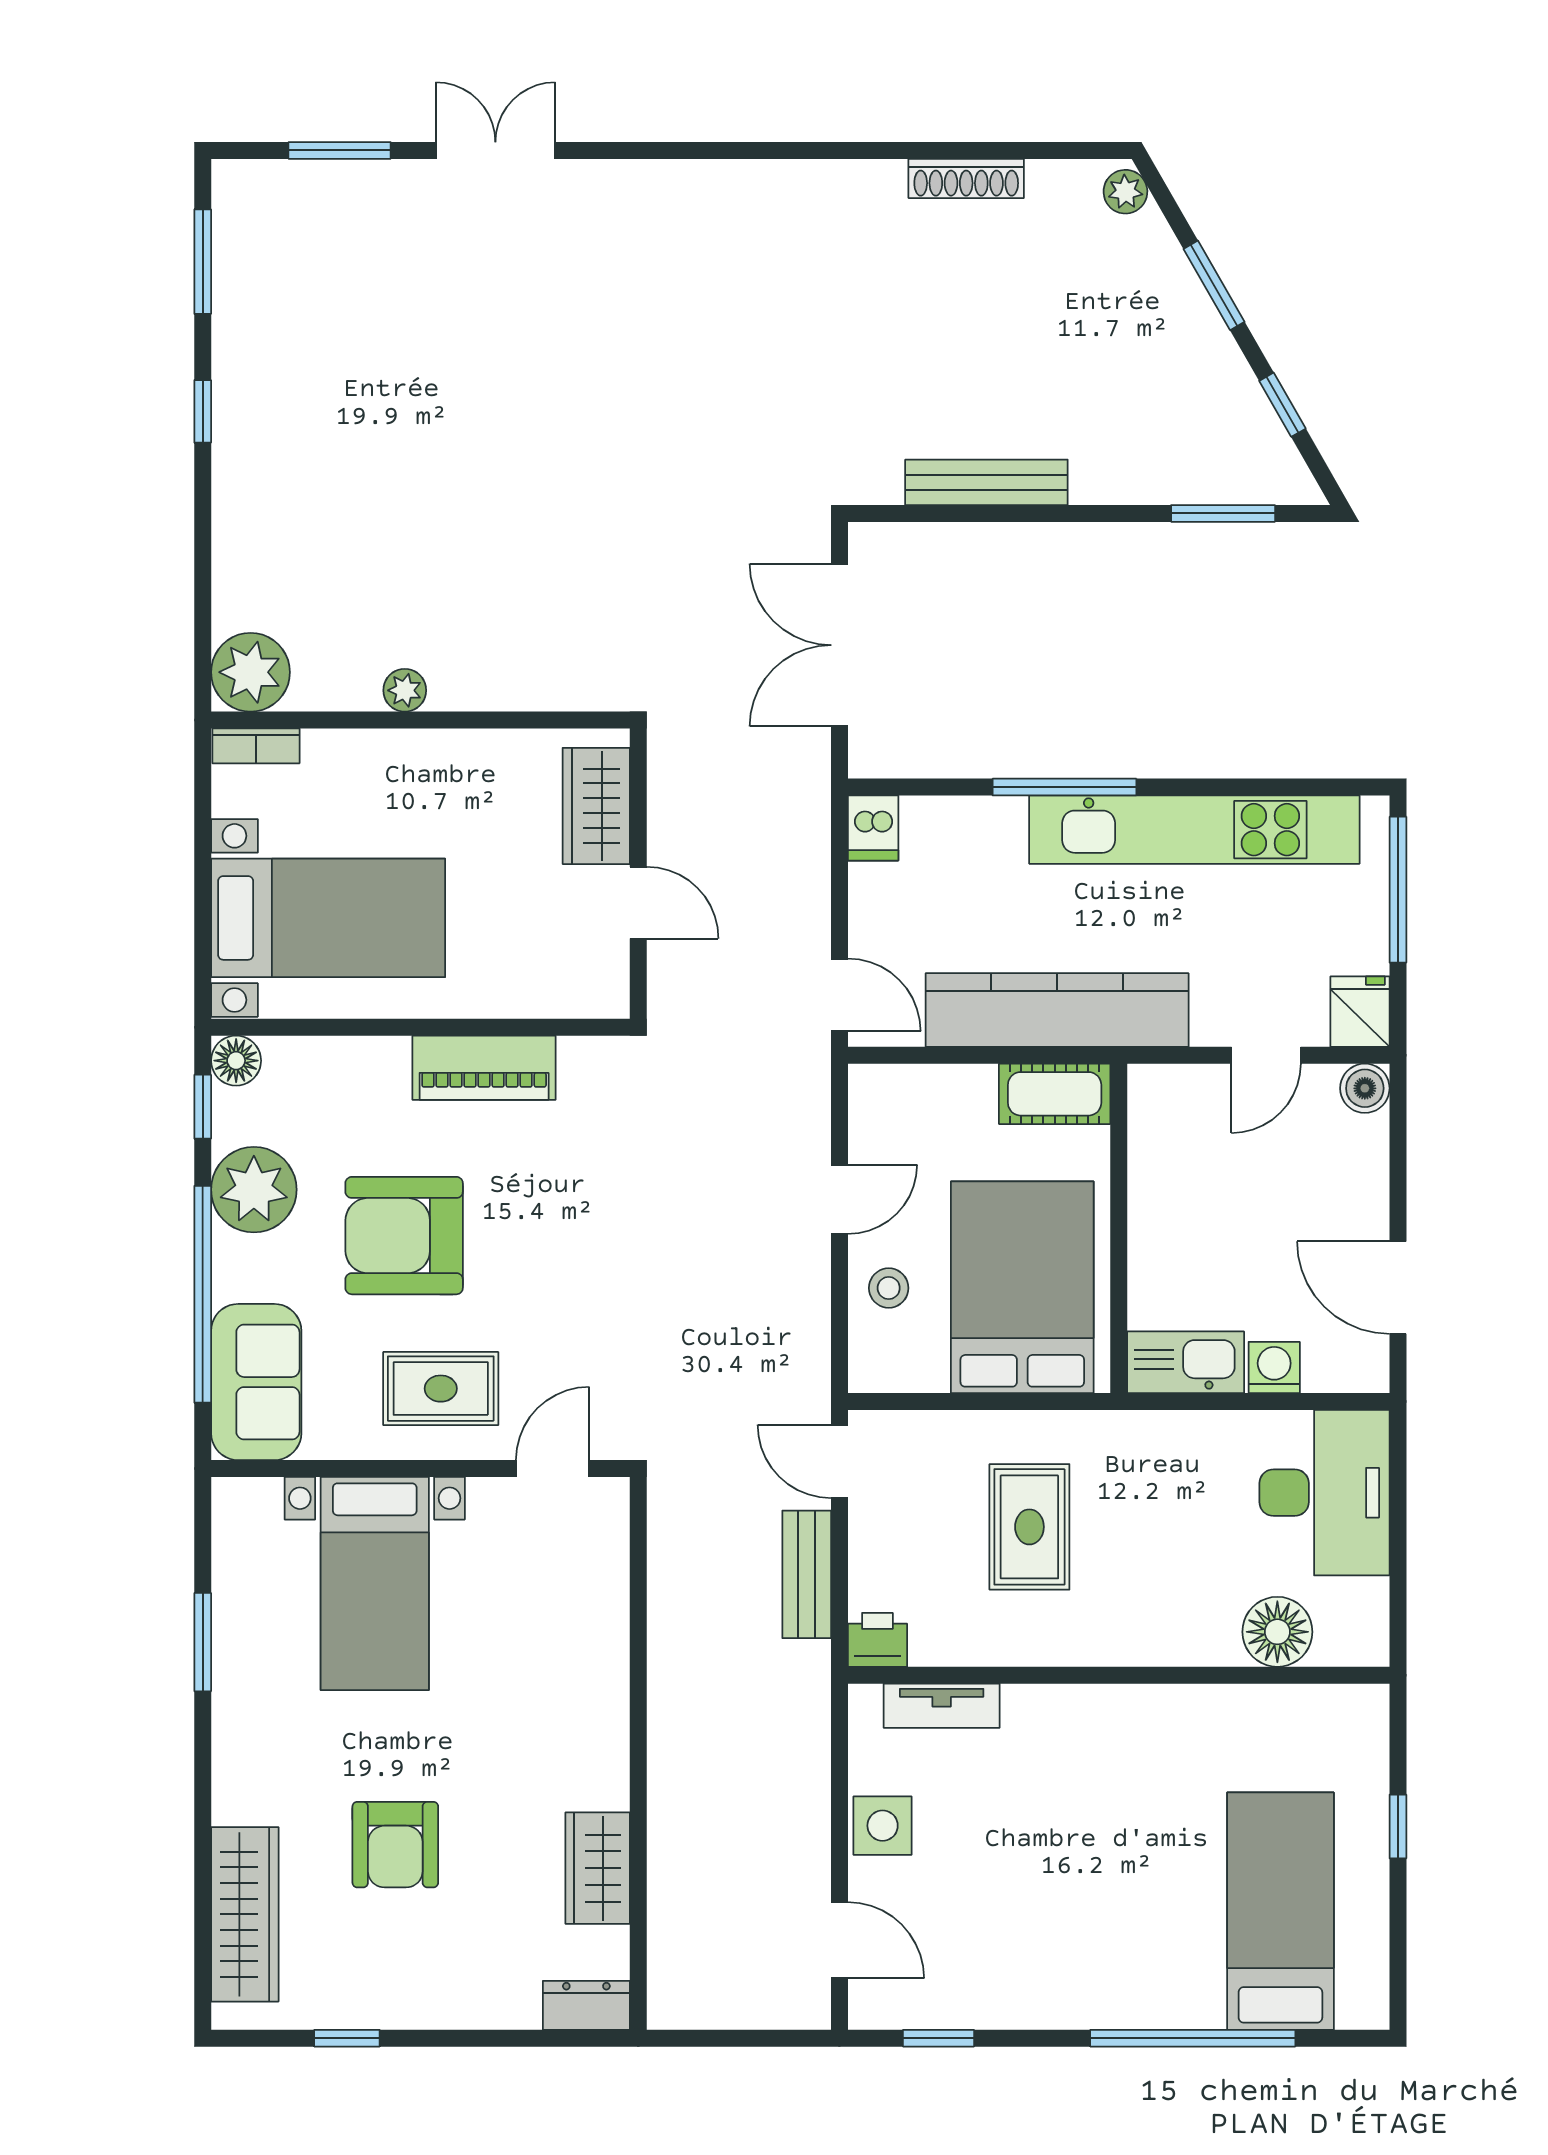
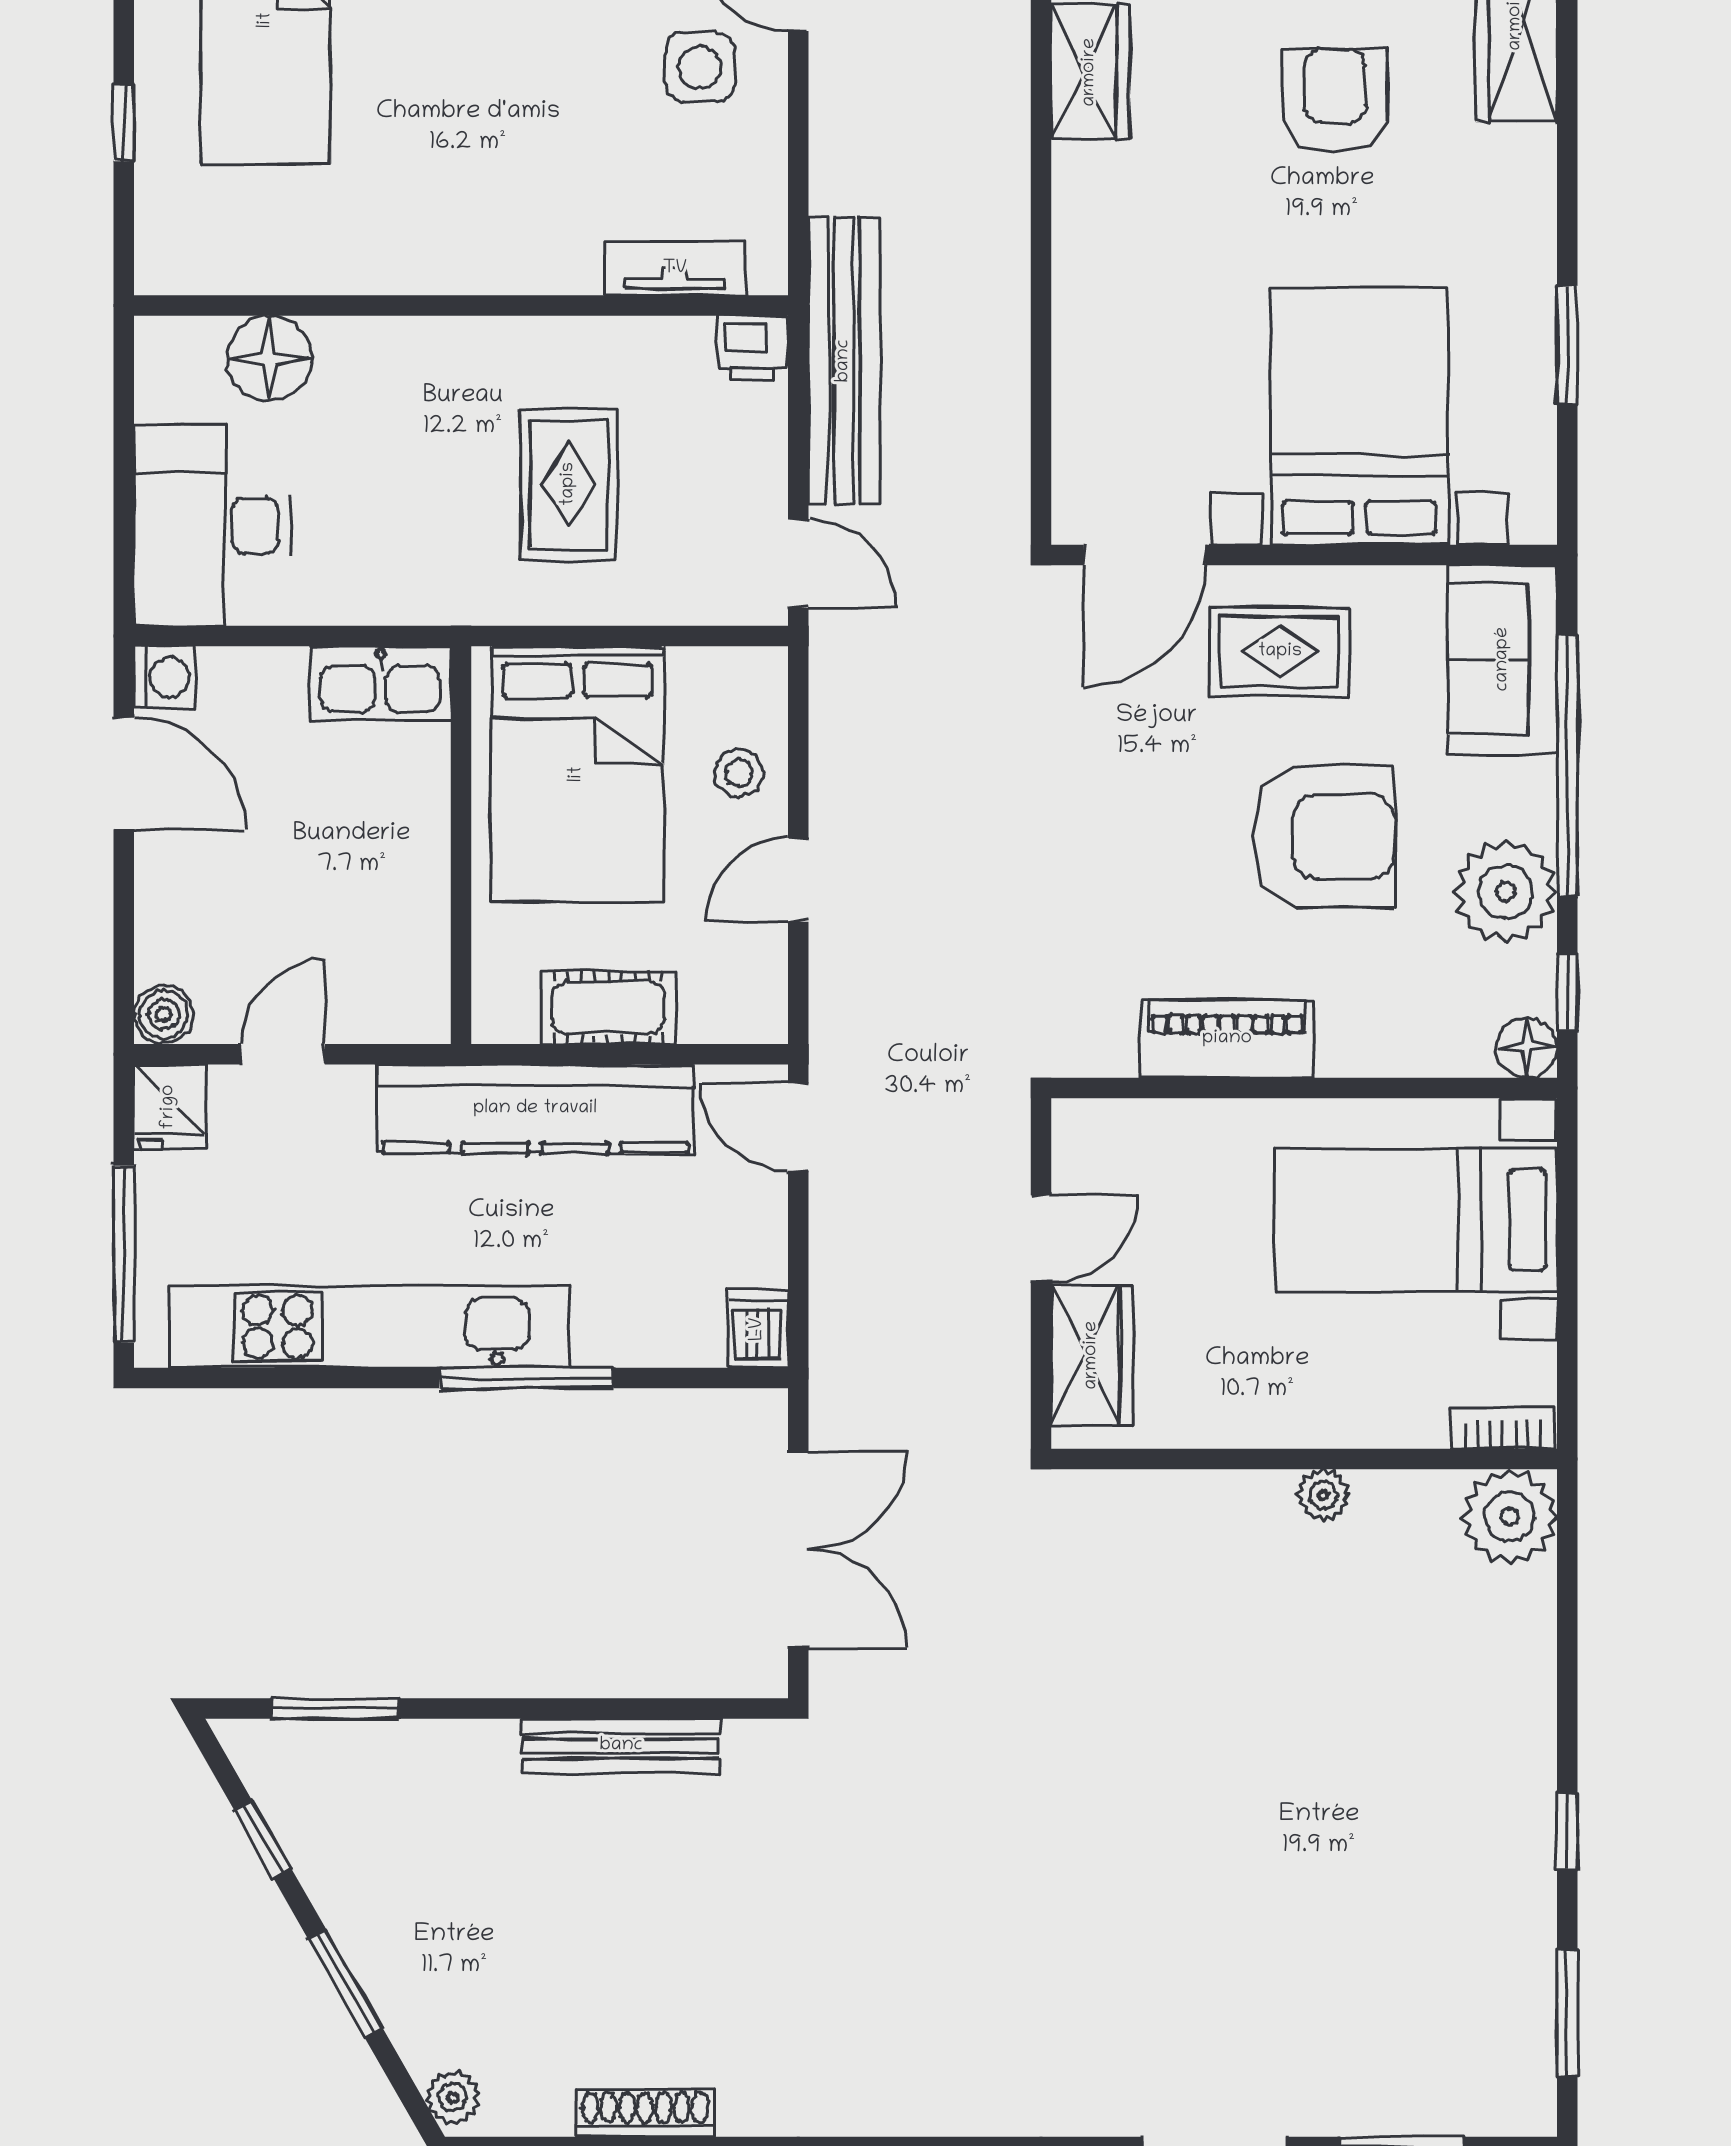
door: (638, 903) -> (1041, 1238), swing flipped
cot: (1055, 1094) -> (608, 1008), moved
washing machine: (1274, 1367) -> (165, 677), moved, turned -90
door: (553, 1468) -> (1145, 555), width x1.38
bench: (807, 1574) -> (844, 361), width x1.86, depth x1.21
bed with nightstands: (375, 1584) -> (1359, 416), width x1.36
side table: (883, 1826) -> (700, 67), moved

